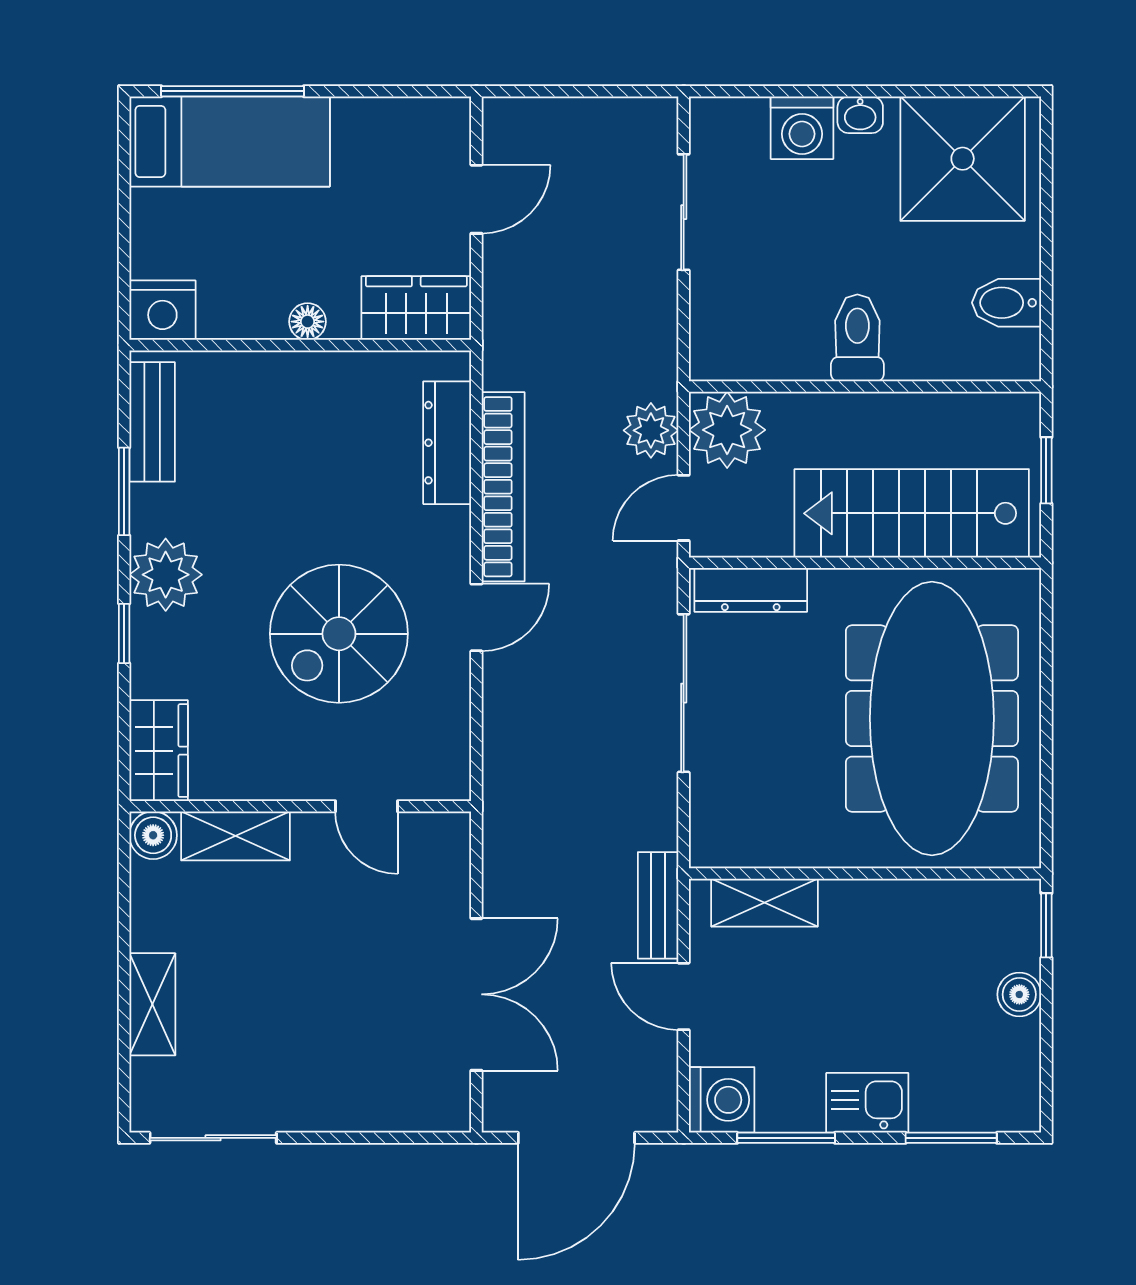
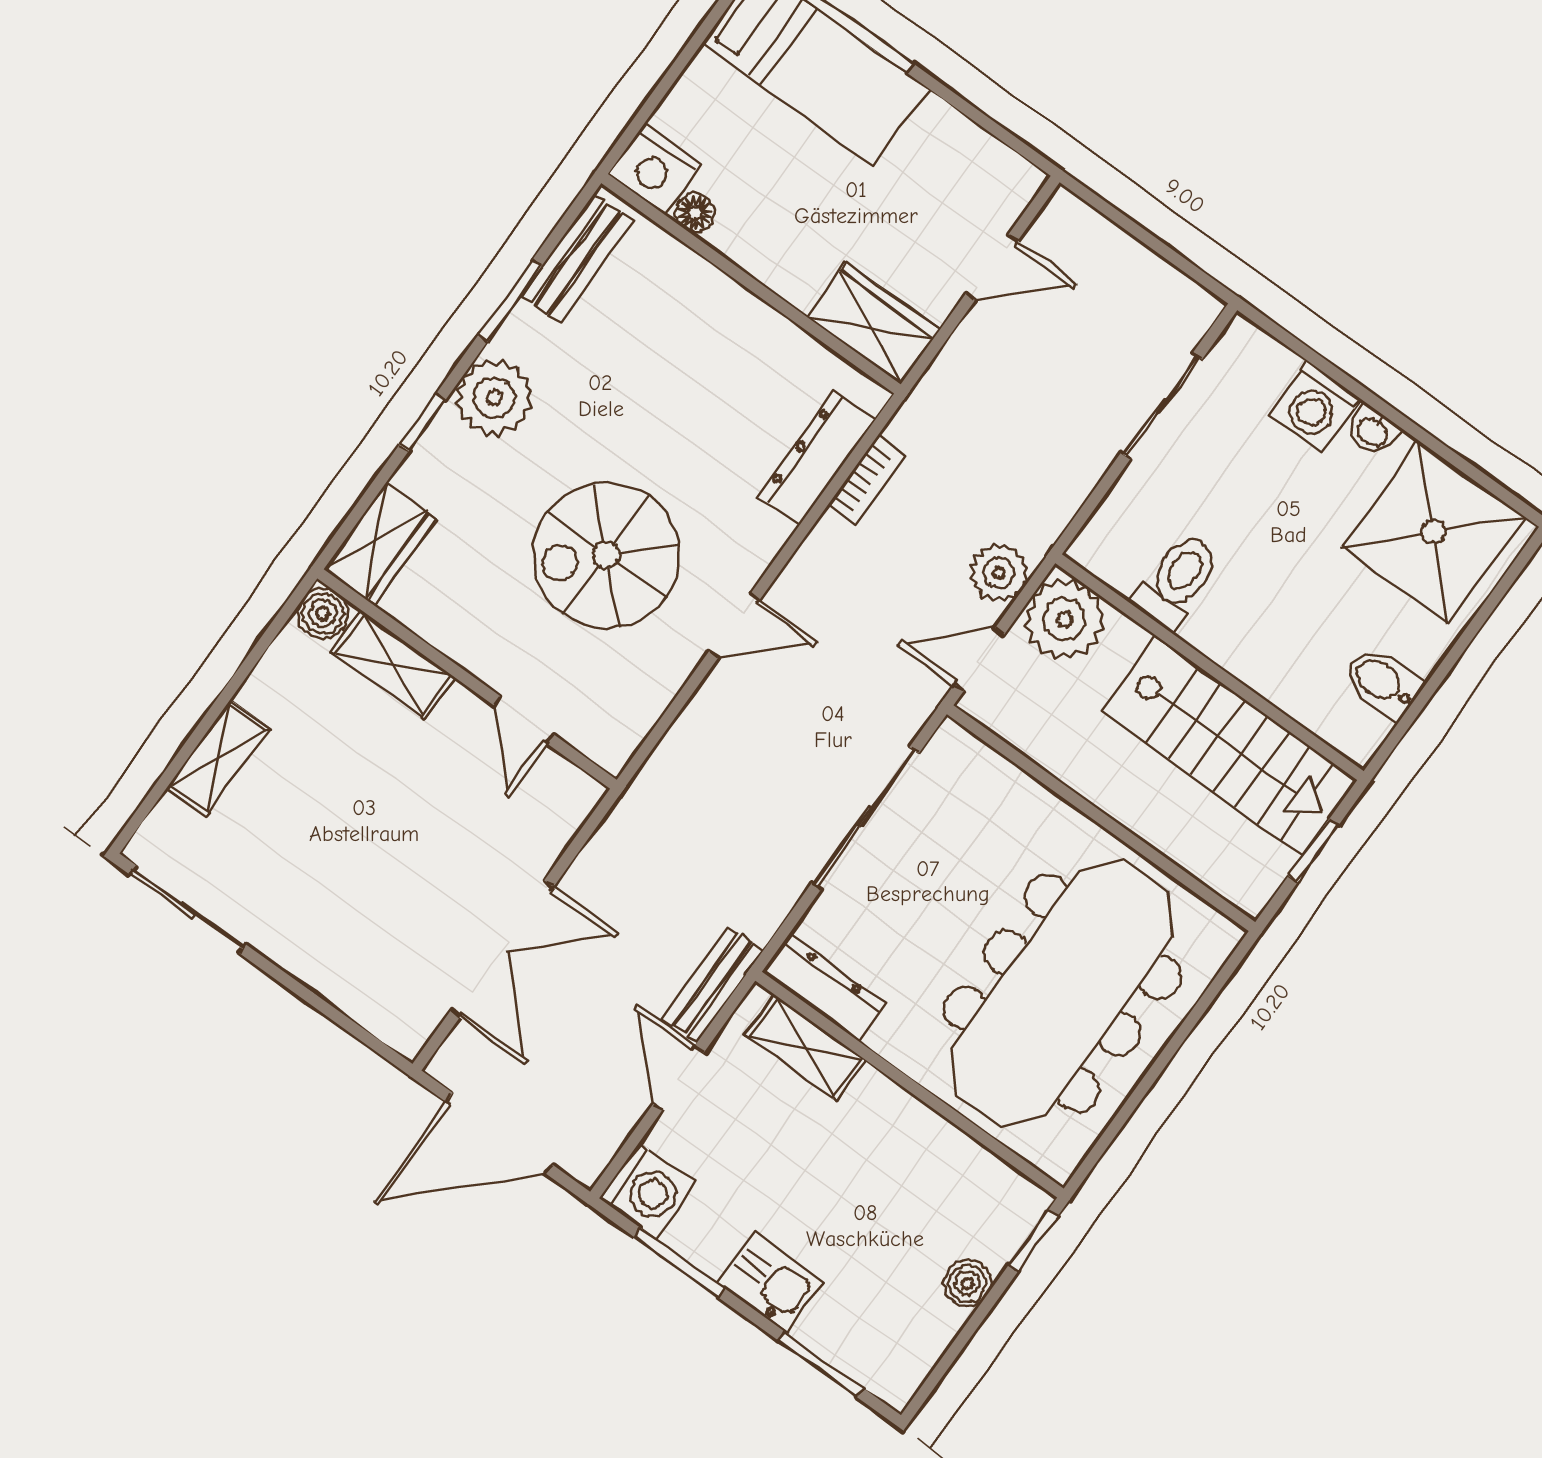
floor lamp: (308, 322) -> (695, 213), moved
toilet: (857, 338) -> (1177, 581), moved
bookcase: (503, 487) -> (866, 481), width x0.43, depth x0.76
stairs: (912, 513) -> (1229, 745), moved, turned 180
dresser: (751, 590) -> (824, 987), moved, turned 180

